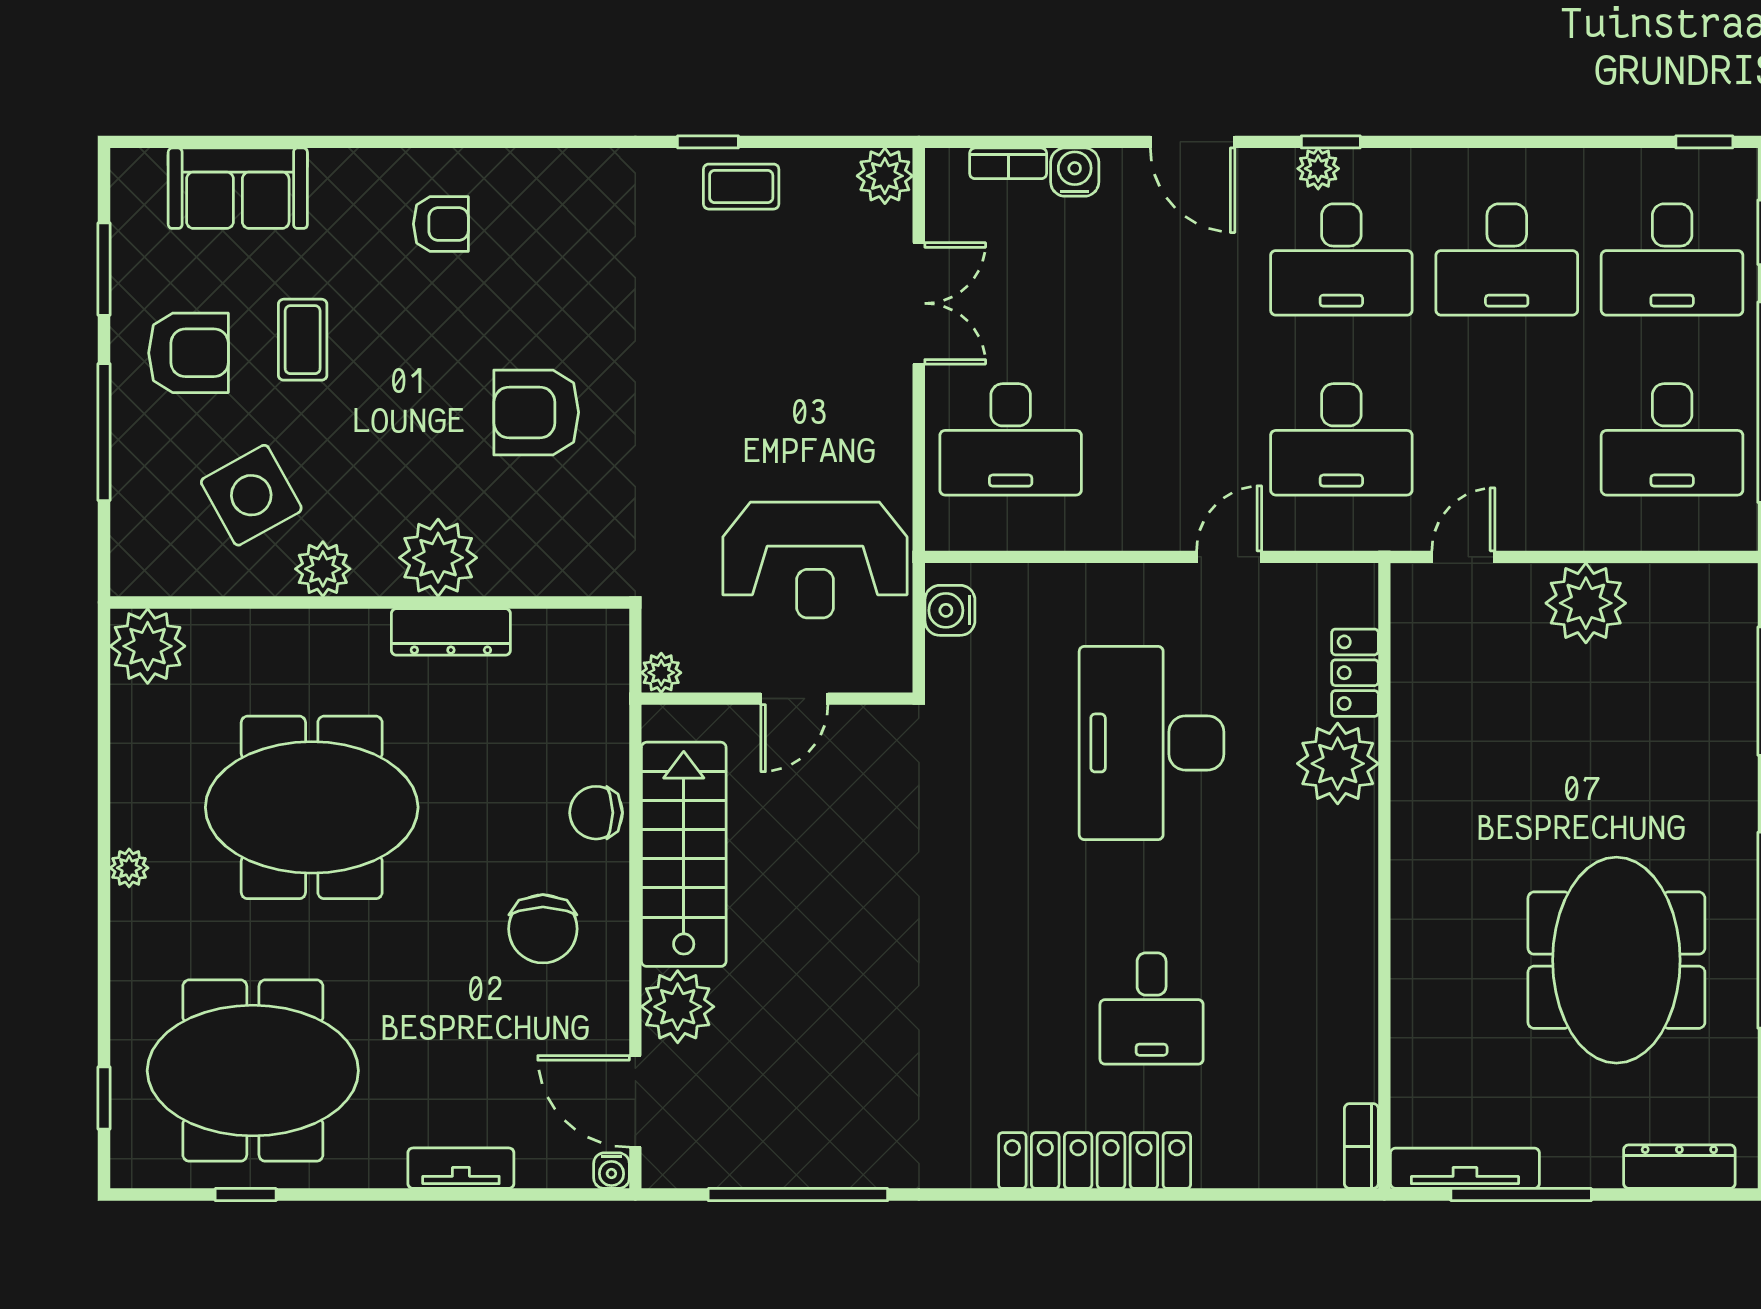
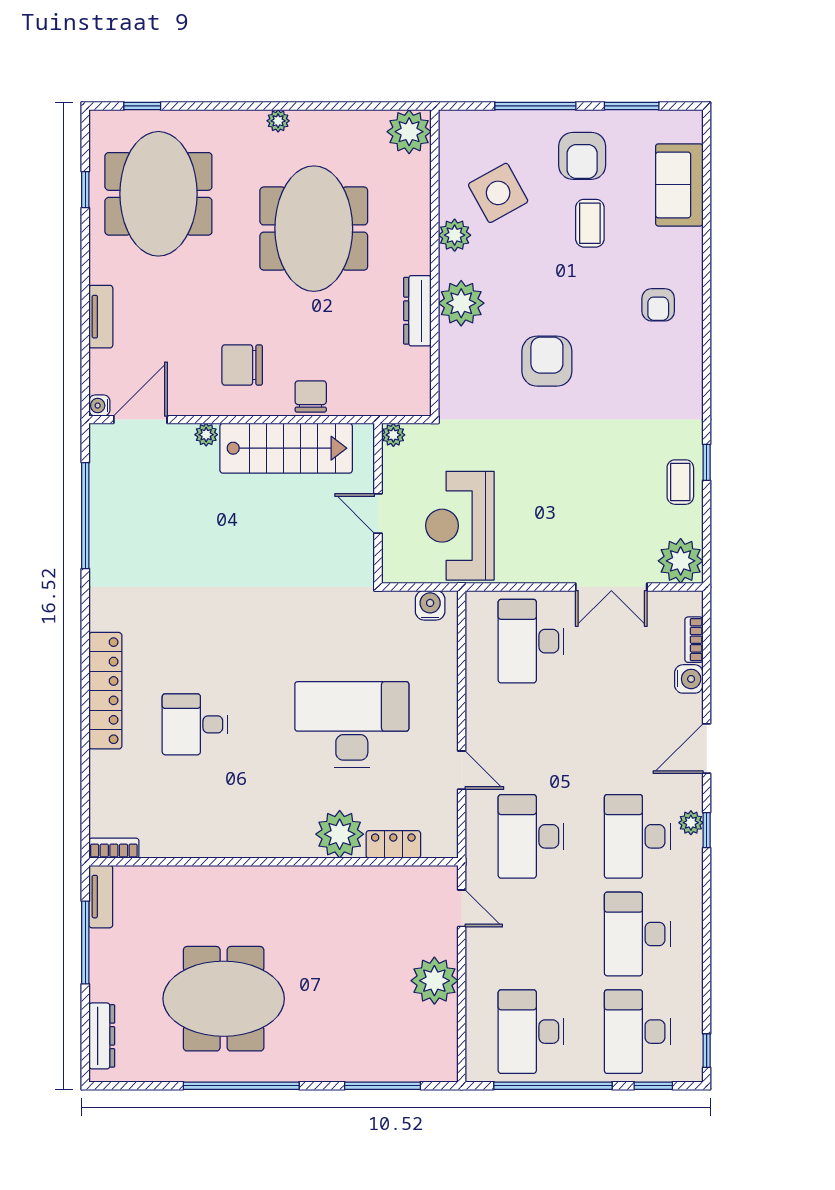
plant: (885, 176) -> (681, 561), width x1.36, depth x1.36
coffee table: (303, 340) -> (590, 223), turned 90
plant: (678, 1007) -> (206, 435), width x0.53, depth x0.53
tv unit: (1465, 1168) -> (101, 897), width x0.71

